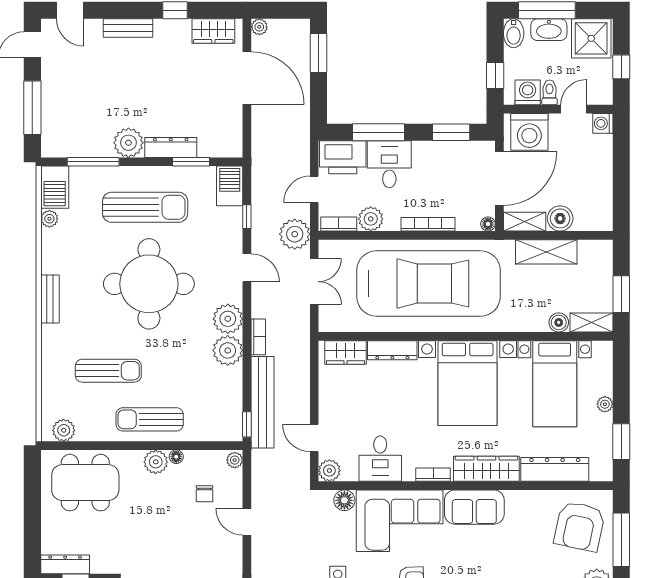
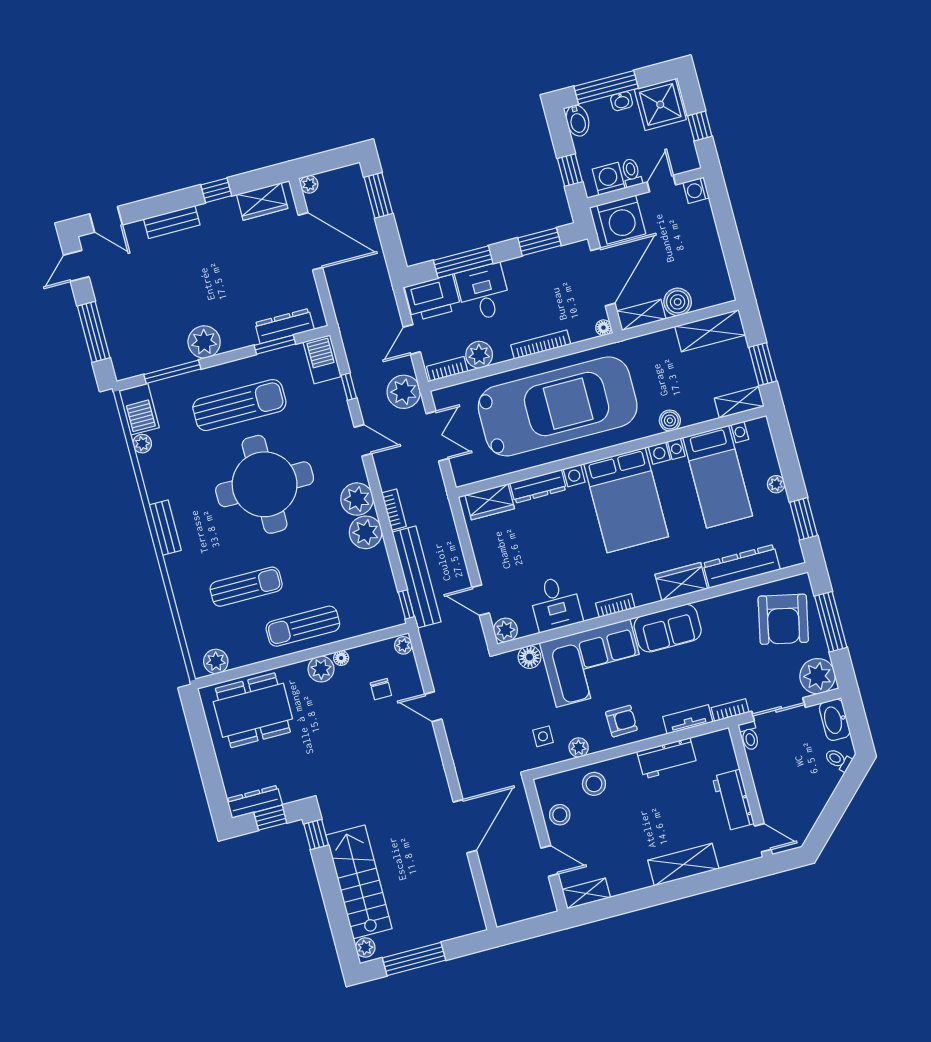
washbasin: (549, 30) -> (622, 101), width x0.52, depth x0.69
dresser: (171, 147) -> (284, 326), moved
shelving: (546, 252) -> (710, 331), moved
boiler: (559, 322) -> (670, 421), moved
wardrobe: (486, 469) -> (681, 582), width x0.67

